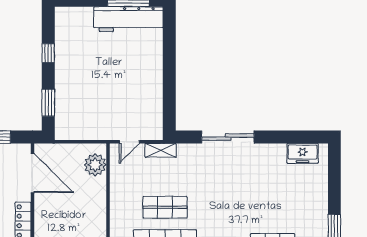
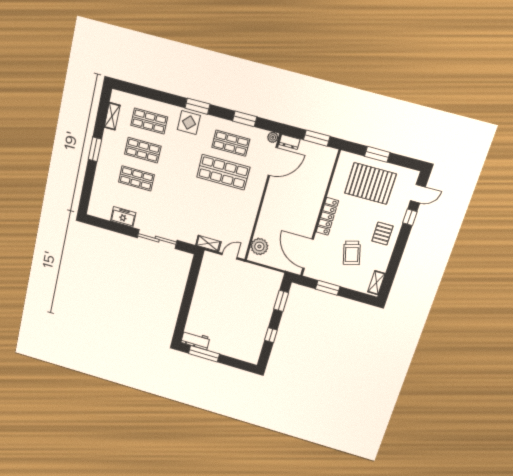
workbench: (128, 19) -> (195, 340), width x0.53, depth x0.76
freezer: (303, 153) -> (123, 217), moved
shop shelf: (165, 207) -> (136, 178), moved

